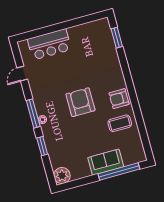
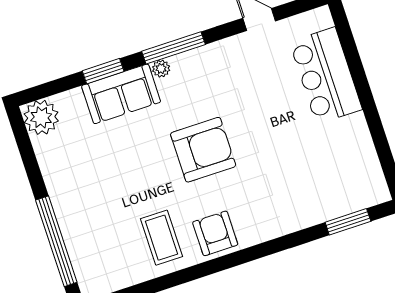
sofa: (106, 162) -> (121, 94), moved, turned 90

